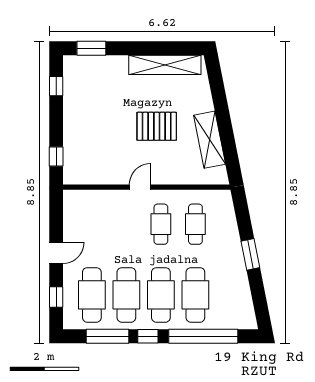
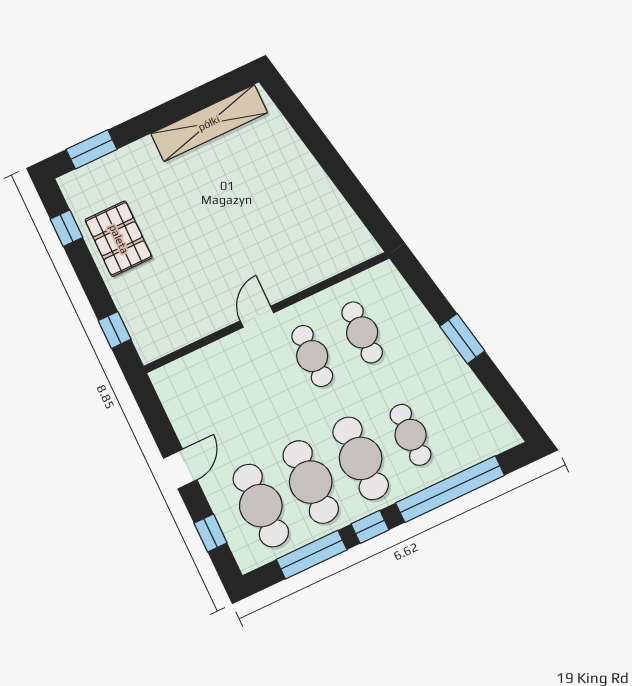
pallet: (157, 126) -> (119, 239), moved, turned 90
shelving: (210, 140) -> (325, 201), removed
cafe table: (195, 295) -> (411, 435), width x0.73, depth x0.74

